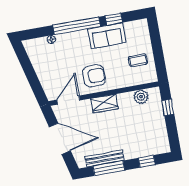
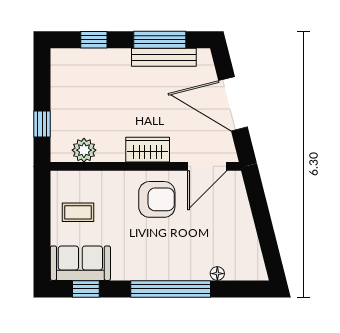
window: (114, 19) -> (86, 289), moved
sofa: (107, 36) -> (80, 263), moved
armchair: (94, 76) -> (157, 199), turned 180

